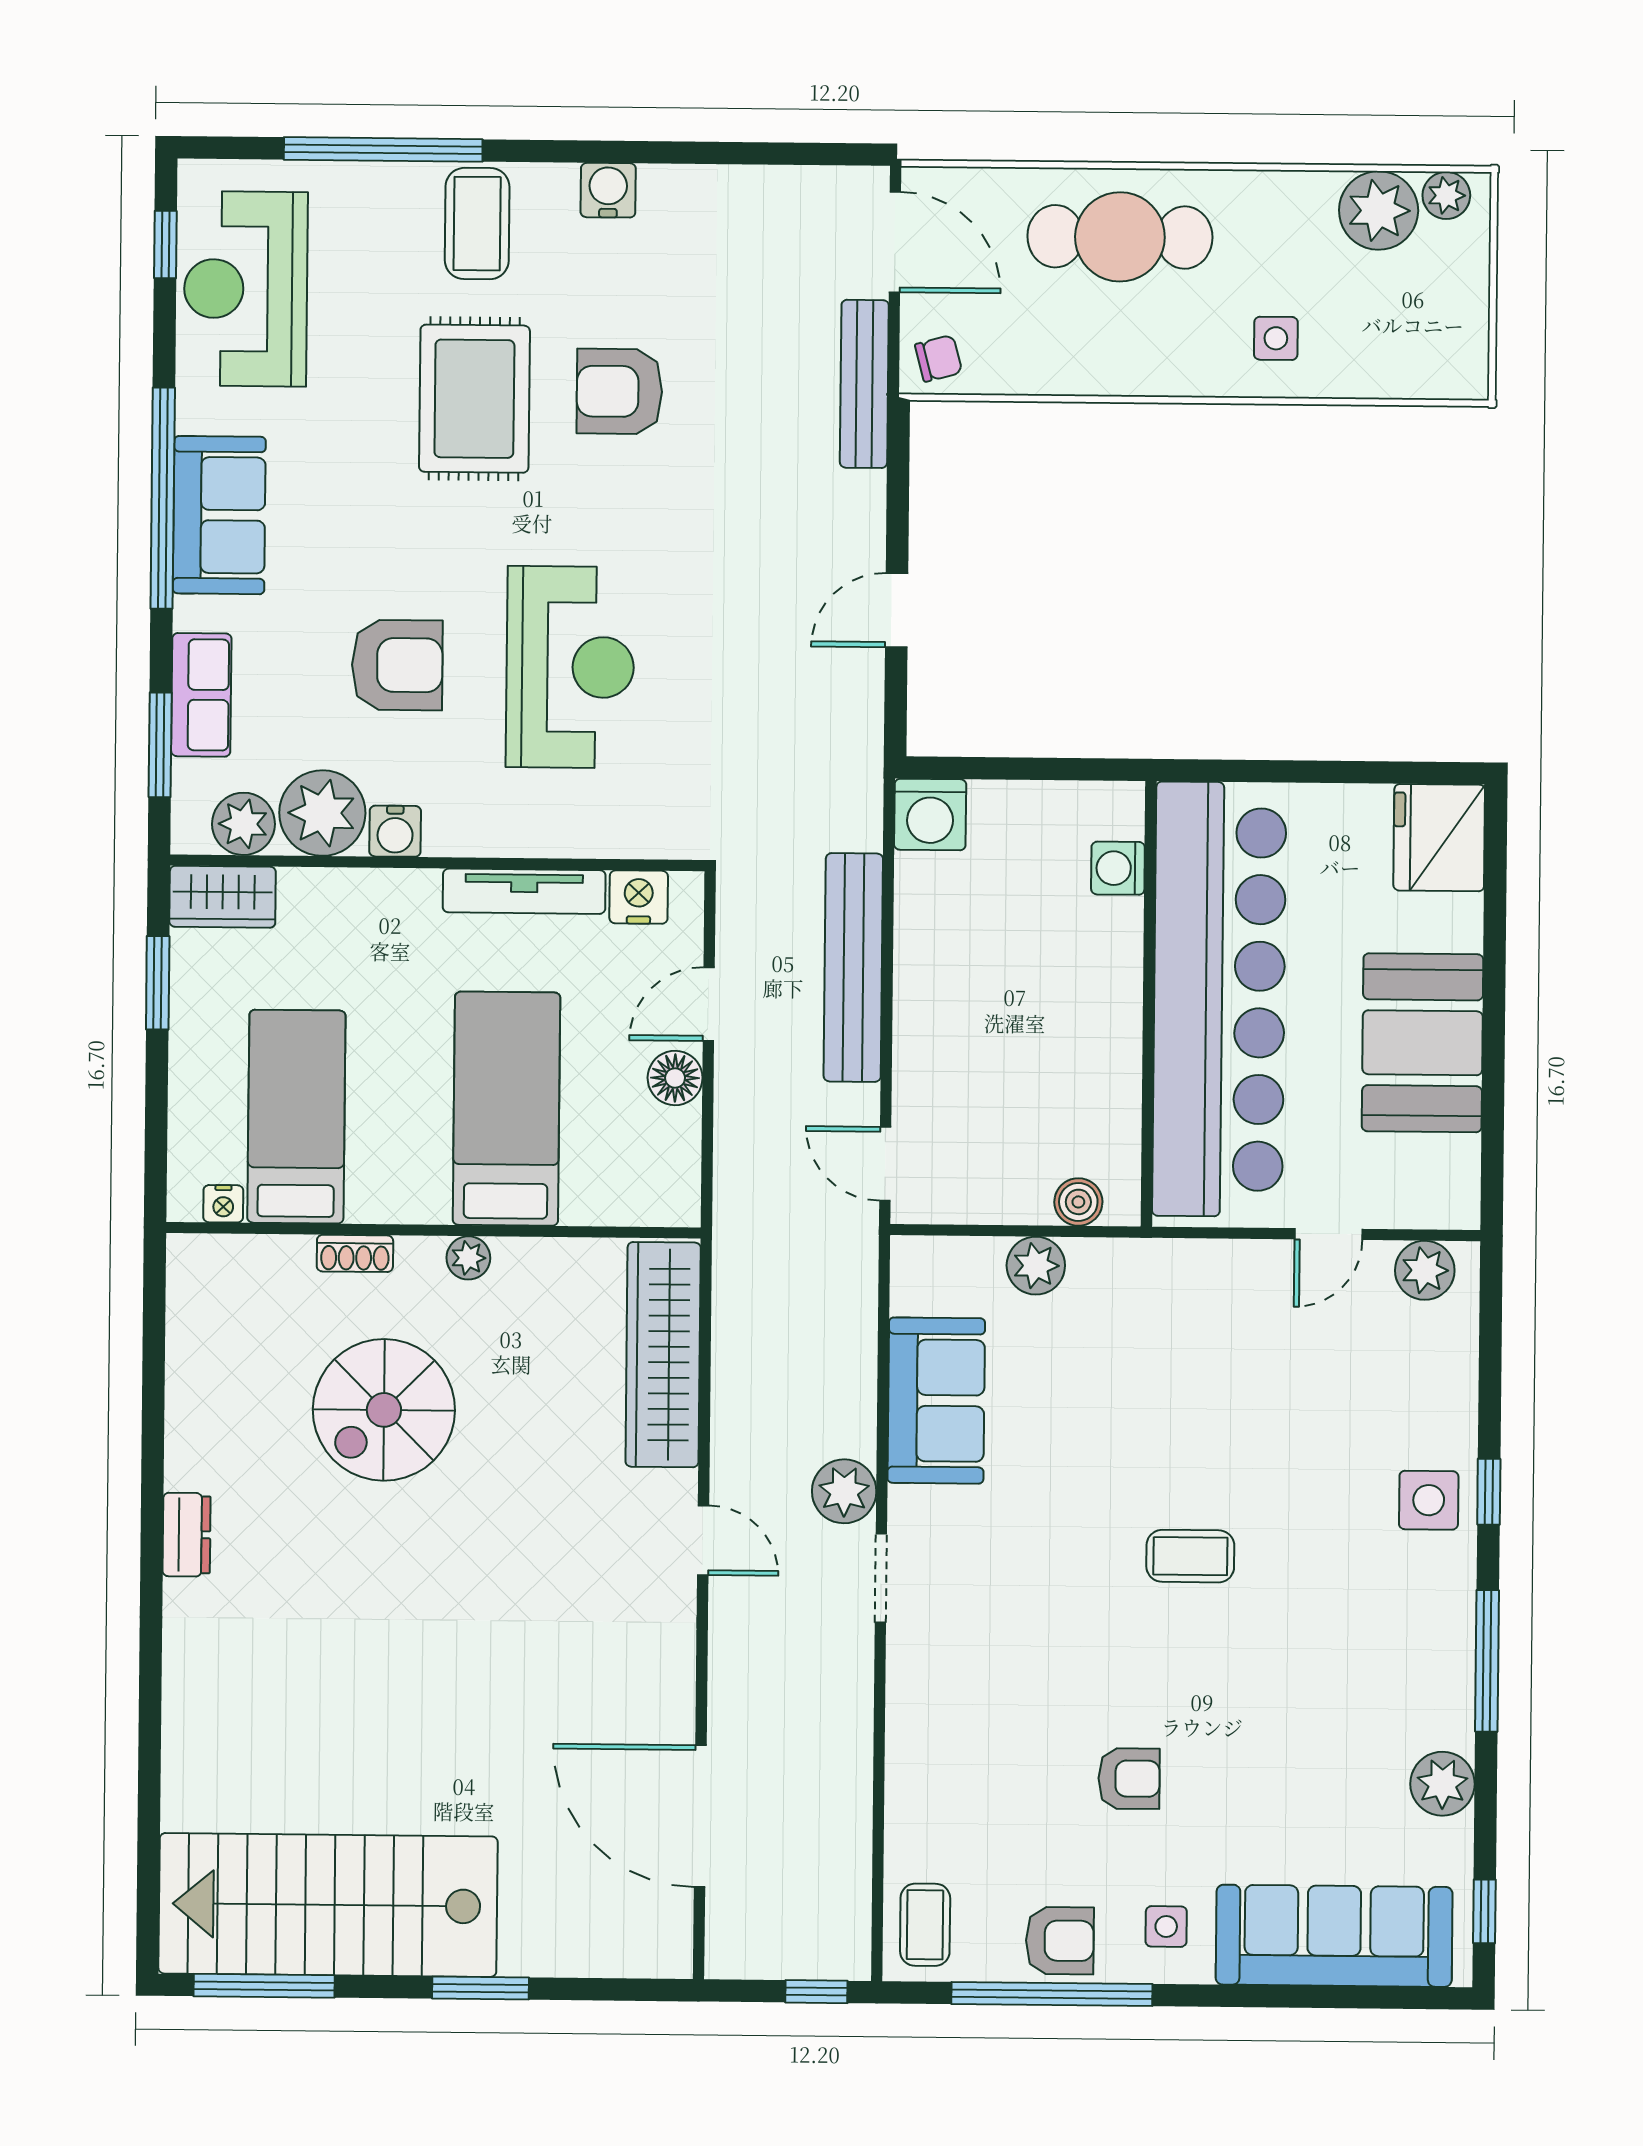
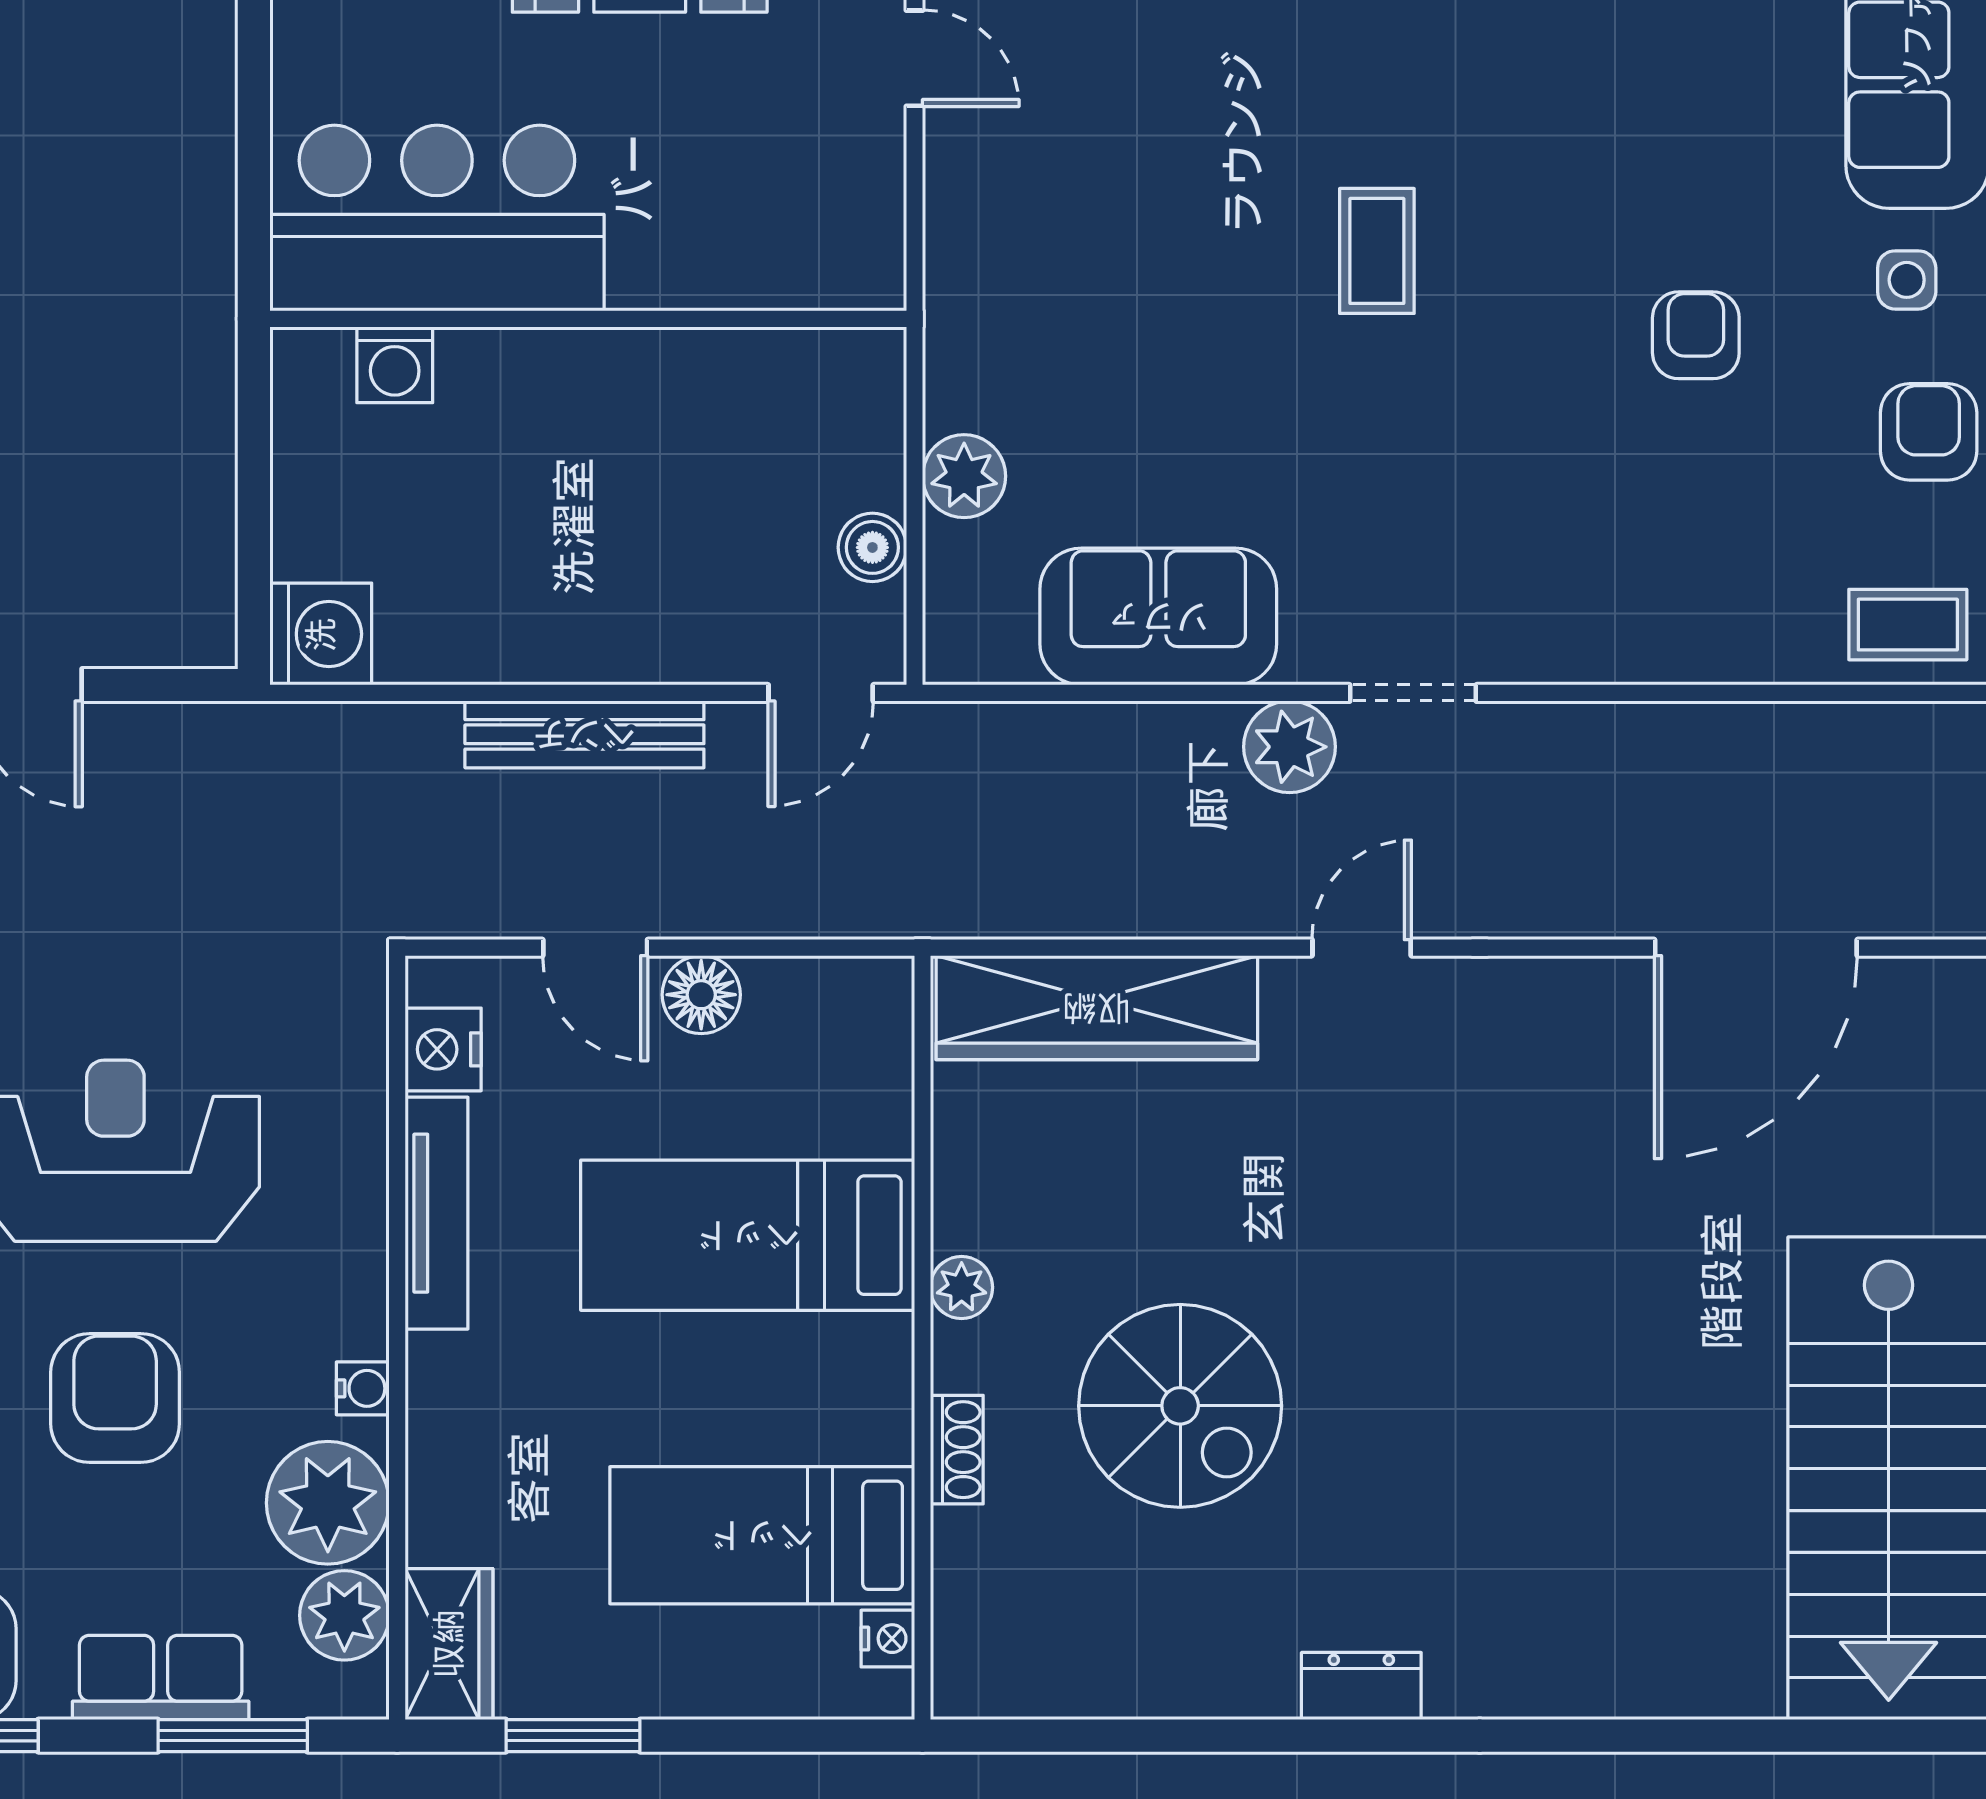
water cooler: (395, 831) -> (363, 1388), width x0.72, depth x0.72
bench: (853, 967) -> (584, 734), width x0.73, depth x0.82
bar counter: (1219, 999) -> (437, 218), width x0.54
boiler: (1078, 1202) -> (872, 547), moved

